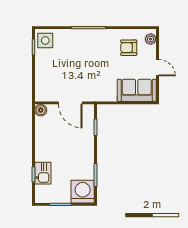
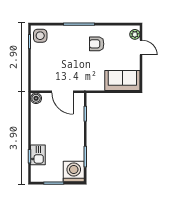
armchair: (129, 48) -> (97, 44), moved
door: (157, 68) -> (141, 48), moved

